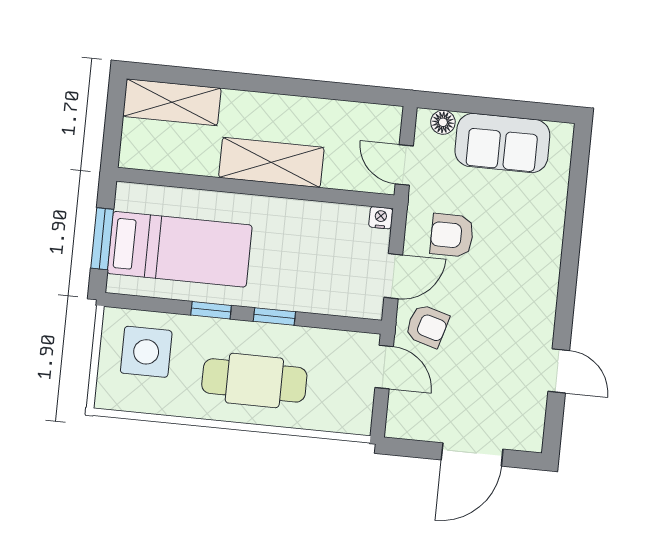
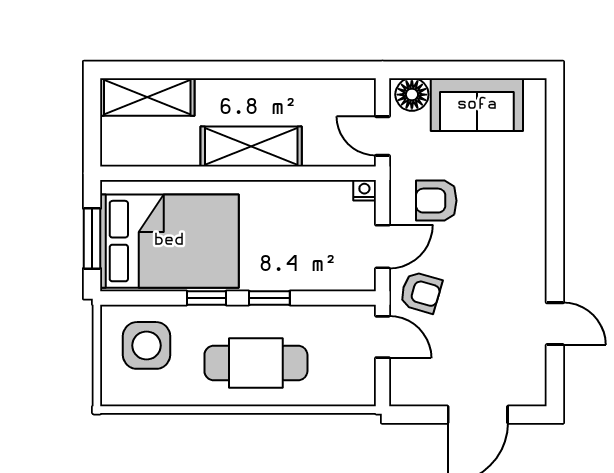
floor lamp: (443, 122) -> (412, 95), width x1.37, depth x1.37
bed: (180, 249) -> (169, 241), width x1.50

